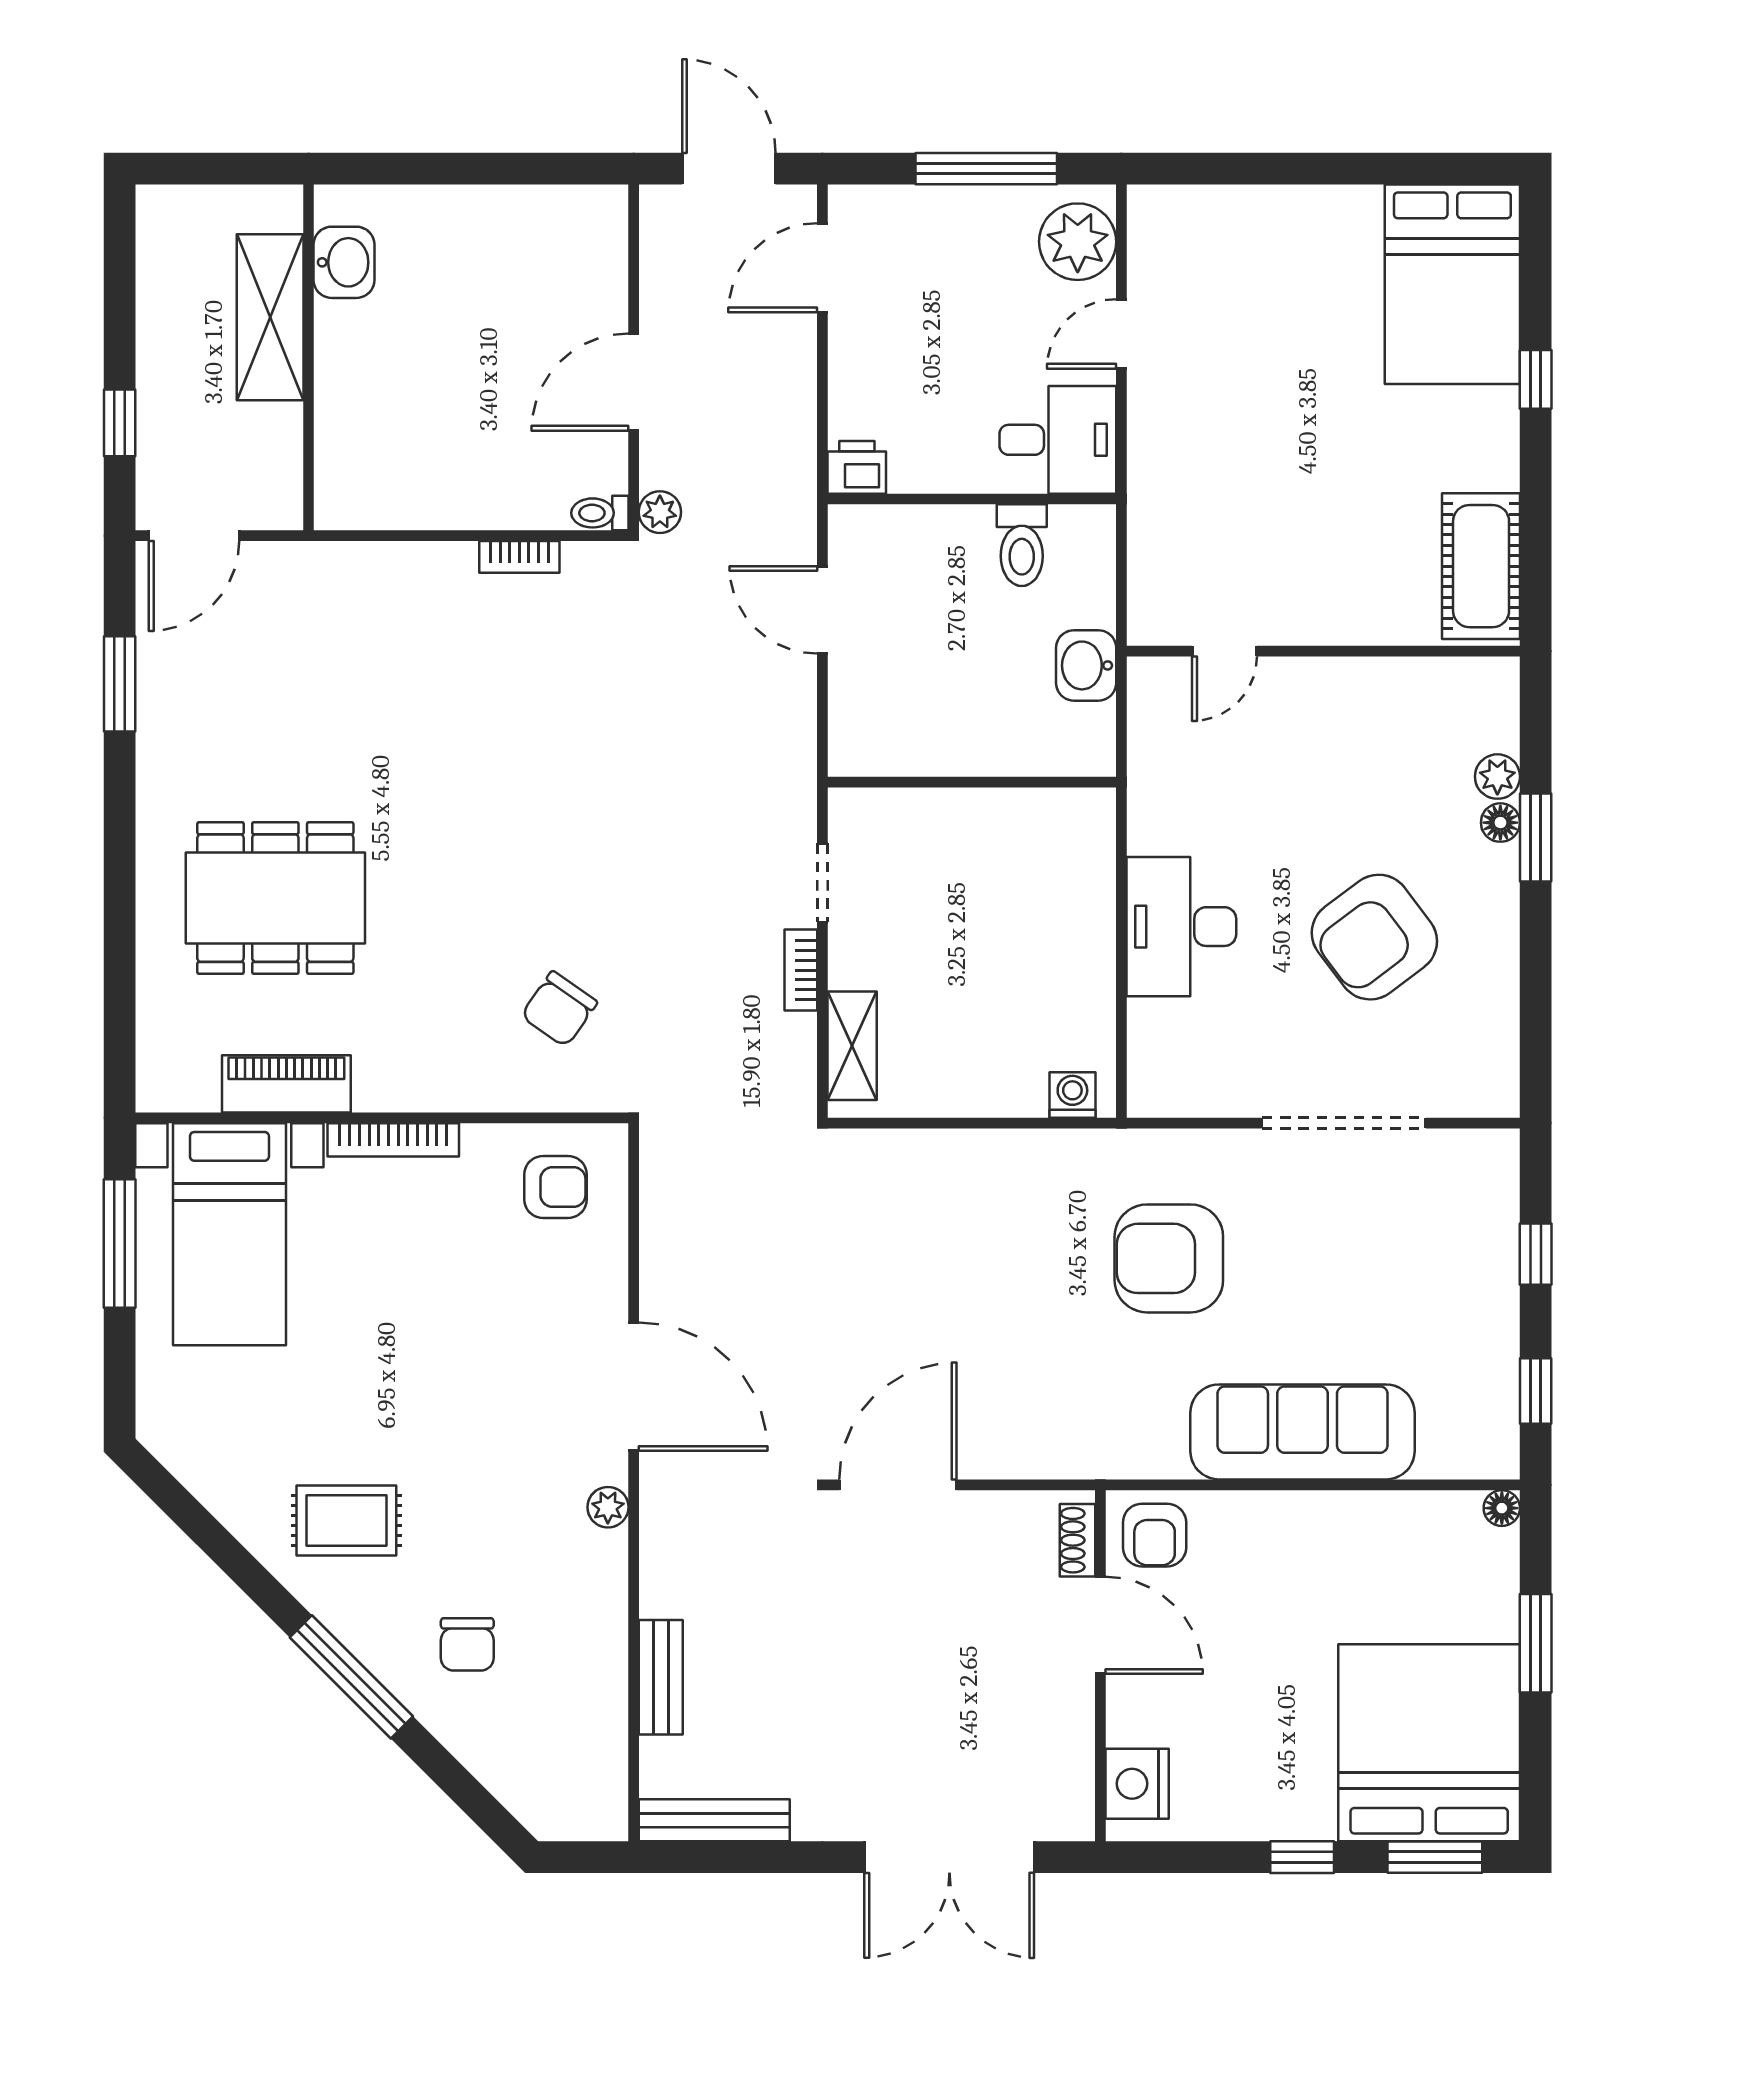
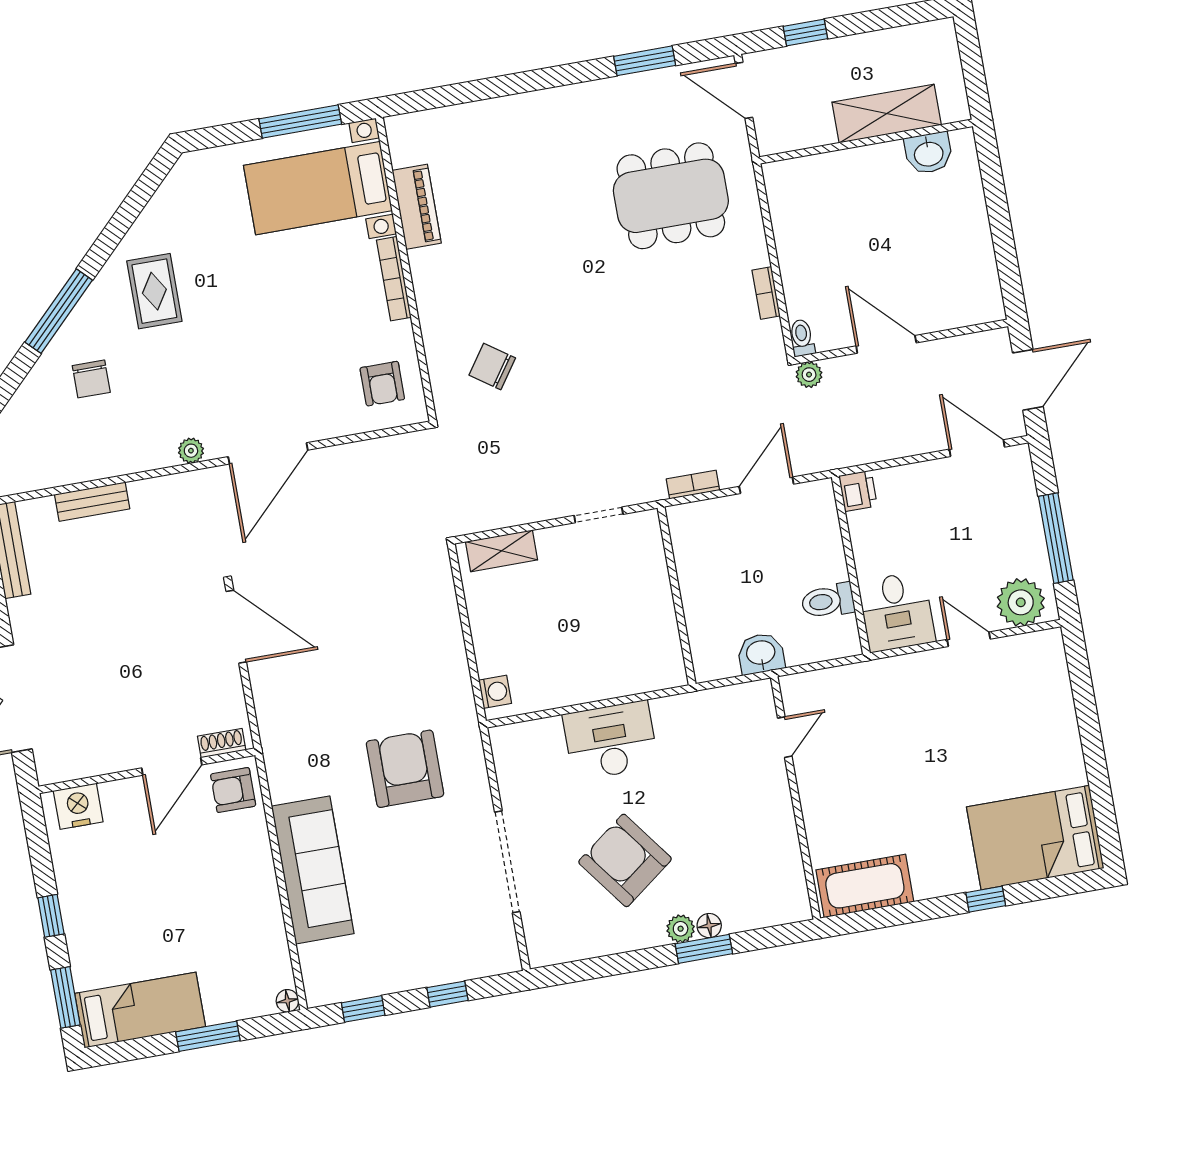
door: (1224, 651) -> (785, 737), swing flipped
plant: (1497, 777) -> (681, 929), moved
dining table: (275, 898) -> (671, 196), moved, turned 90
bookcase: (801, 970) -> (693, 485), moved
chair: (467, 1644) -> (91, 379), turned -90
bed: (1429, 1743) -> (140, 1010), width x0.49

